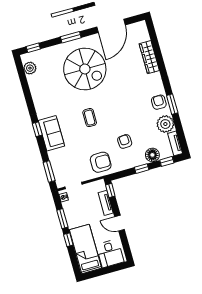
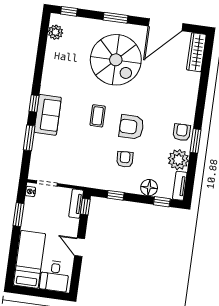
wardrobe: (149, 57) -> (196, 52), moved
armchair: (101, 162) -> (131, 127), moved, turned 180
window: (142, 169) -> (116, 195), moved
window: (49, 171) -> (29, 138), moved
tv unit: (106, 203) -> (76, 204), moved
window: (68, 240) -> (15, 241), removed

